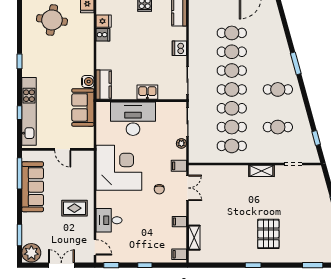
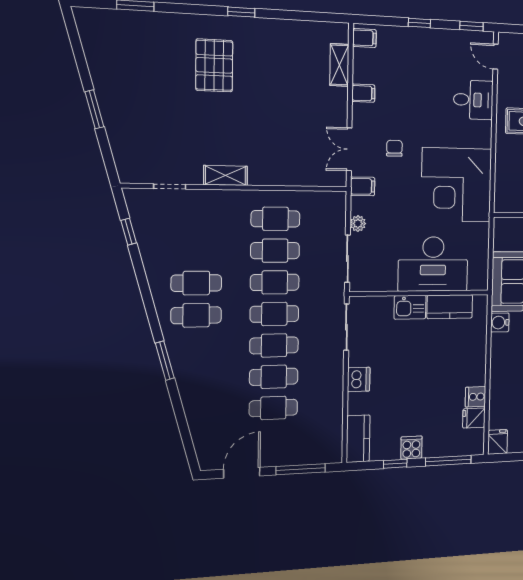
kitchen counter: (104, 85) -> (450, 307), moved, turned -90
cafe table: (278, 127) -> (196, 283), moved

